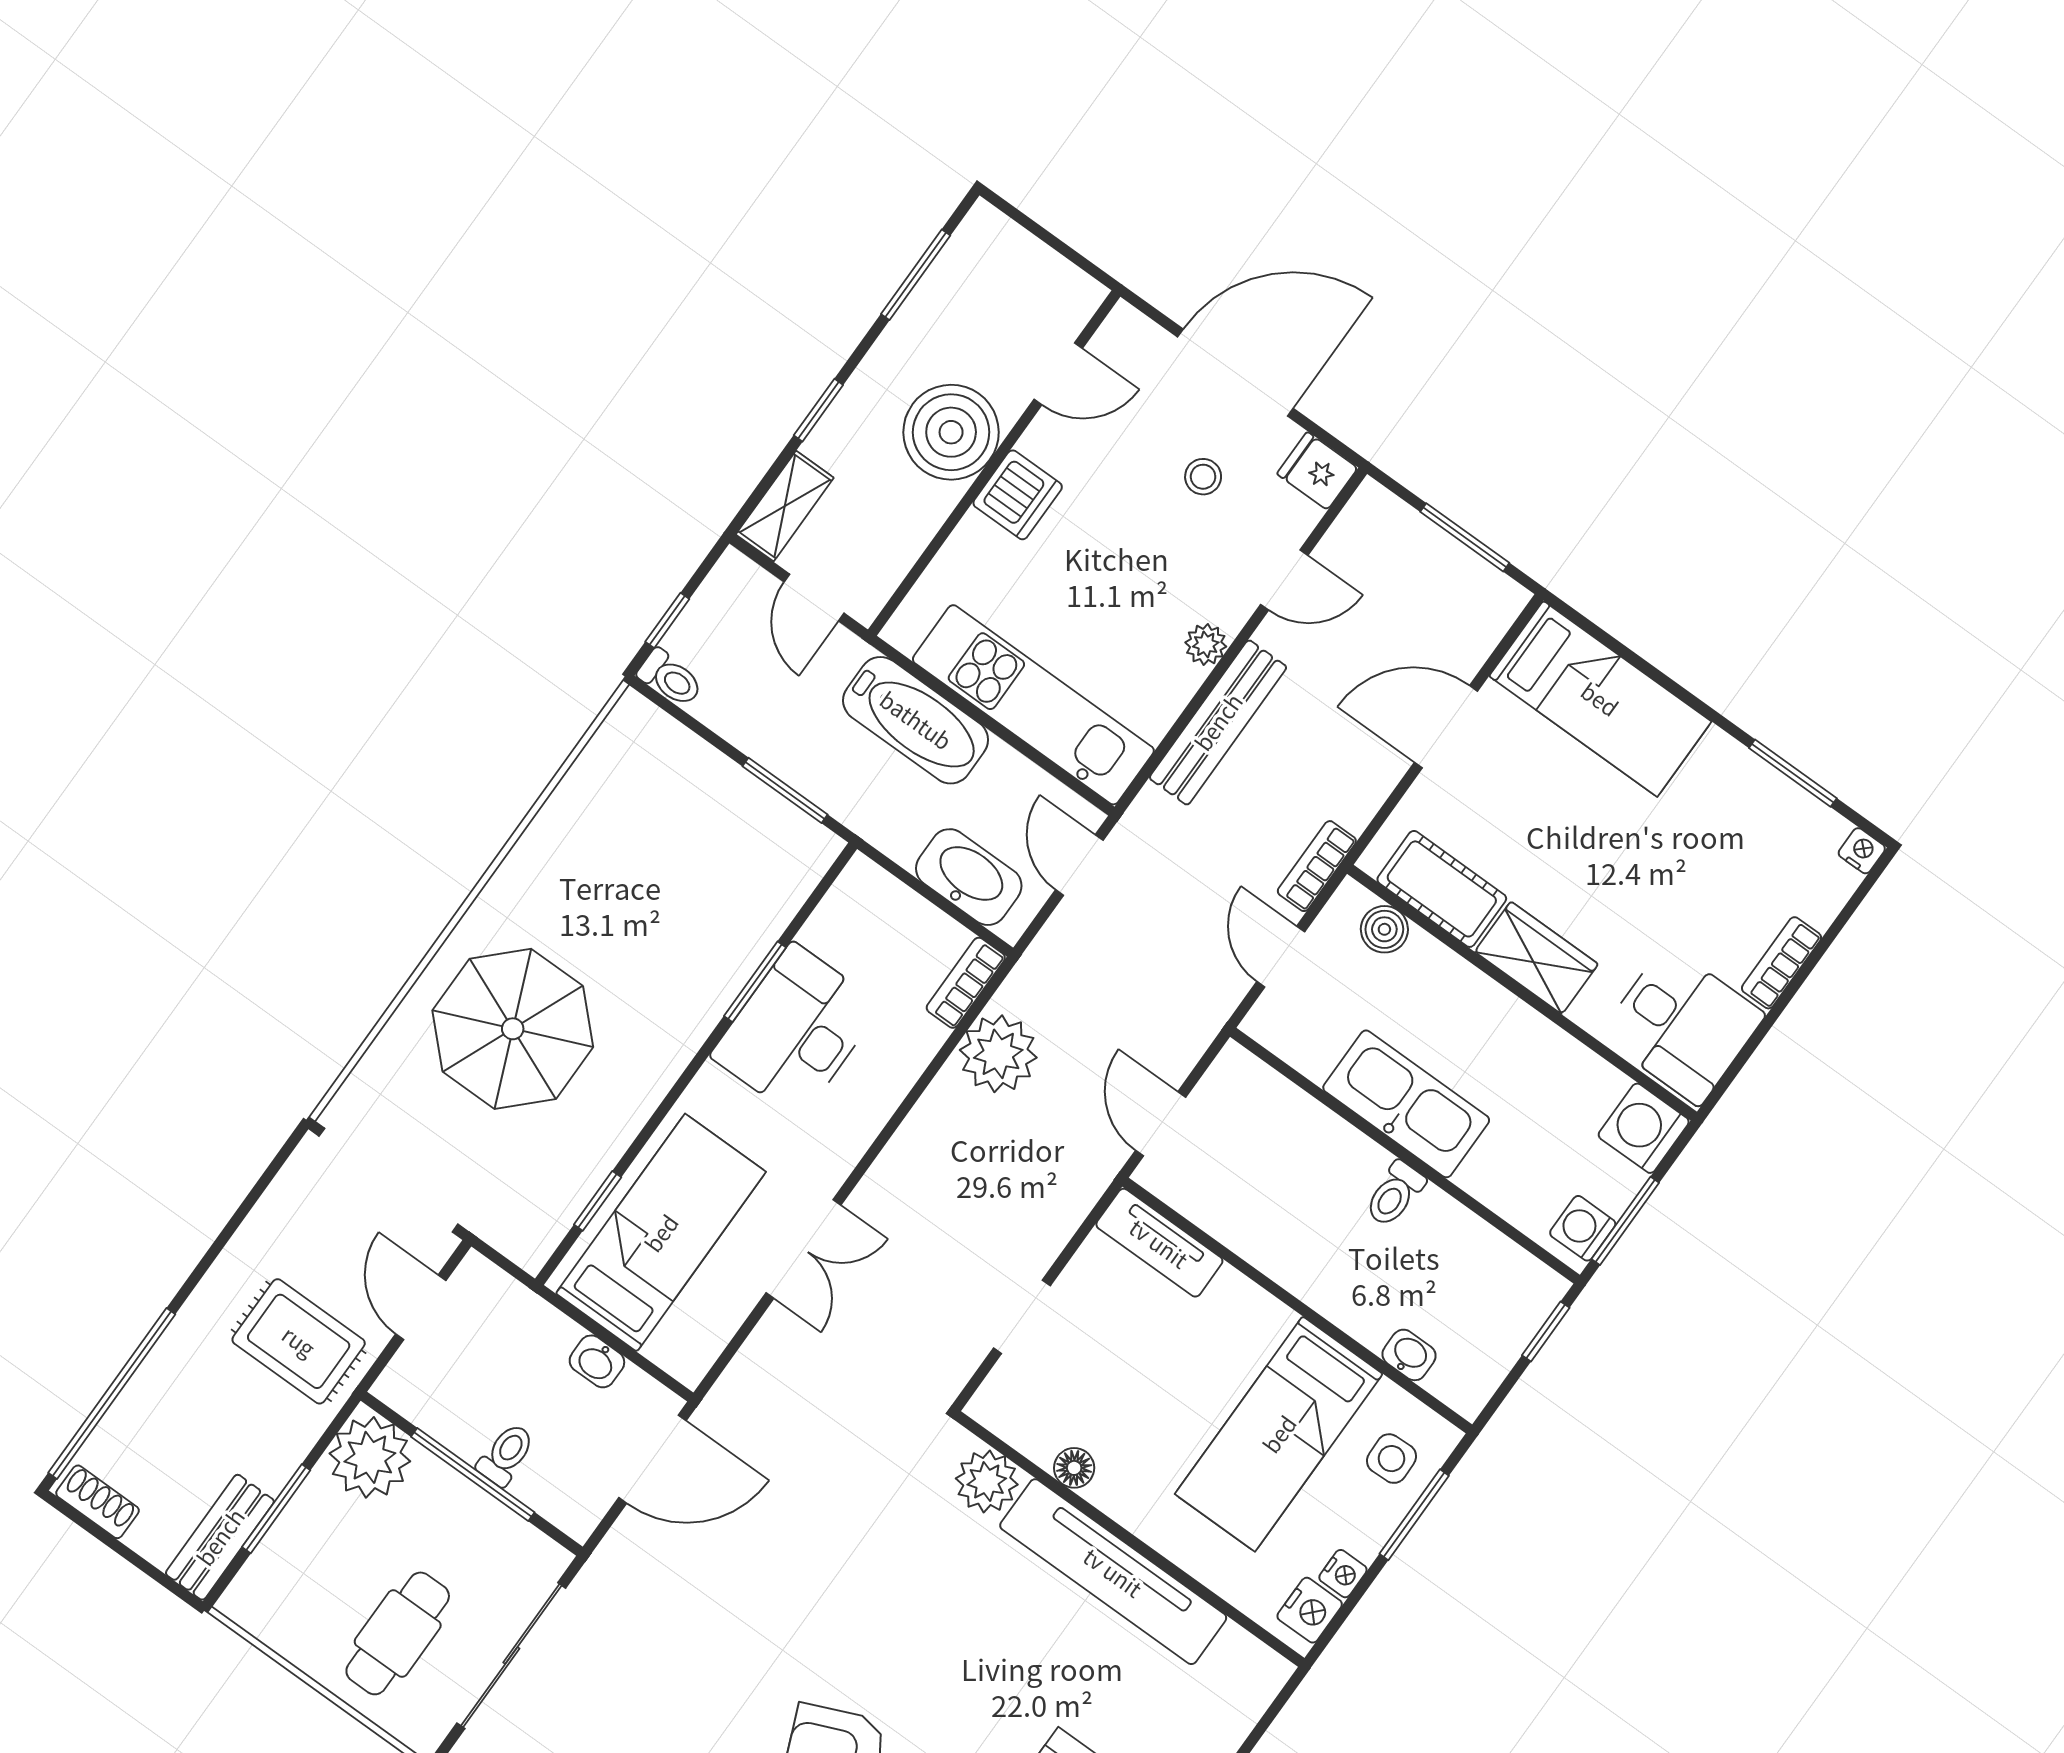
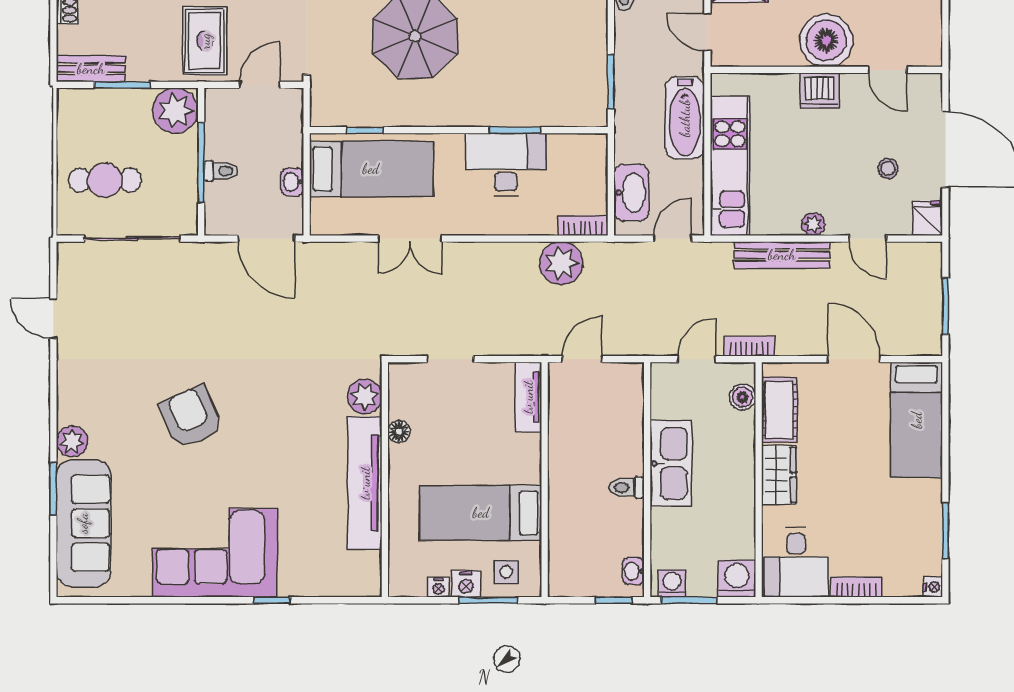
door: (814, 597) -> (707, 32), hinge flipped
washbasin: (1409, 1355) -> (633, 571), moved, turned 180
nightstand: (1310, 1610) -> (466, 584), moved

